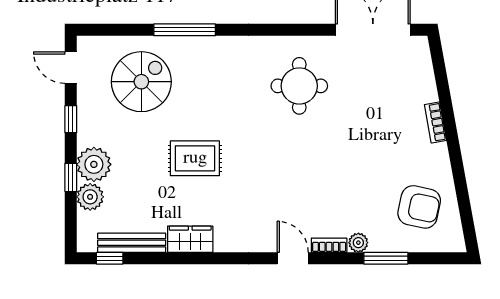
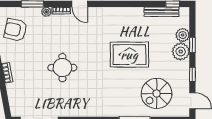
round table: (299, 86) -> (62, 68), moved
rug: (195, 158) -> (129, 55), width x1.36, depth x1.43
wardrobe: (190, 239) -> (132, 14), removed

